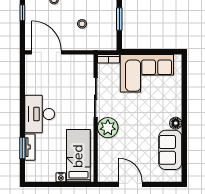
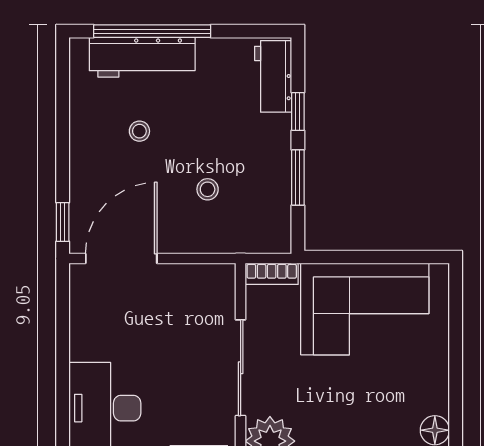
window: (22, 13) -> (63, 222), moved
door: (47, 52) -> (121, 259), hinge flipped

